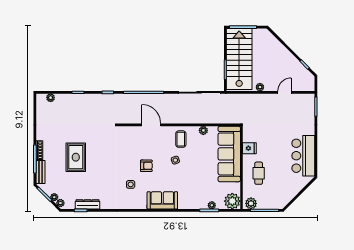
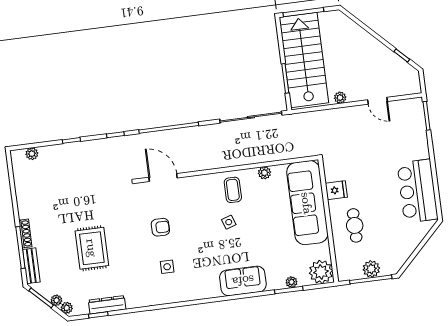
door: (285, 92) -> (378, 101), swing flipped
door: (151, 125) -> (163, 178), moved
rug: (76, 157) -> (92, 248), moved
armchair: (146, 166) -> (160, 227), moved
sofa: (162, 200) -> (243, 281), moved
plant: (251, 203) -> (371, 269), moved

